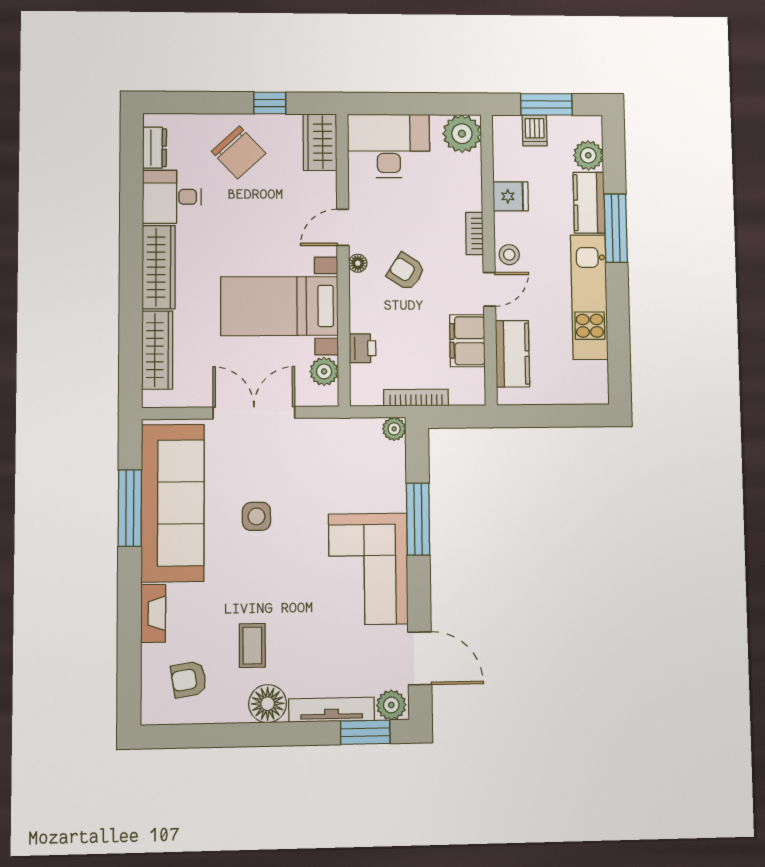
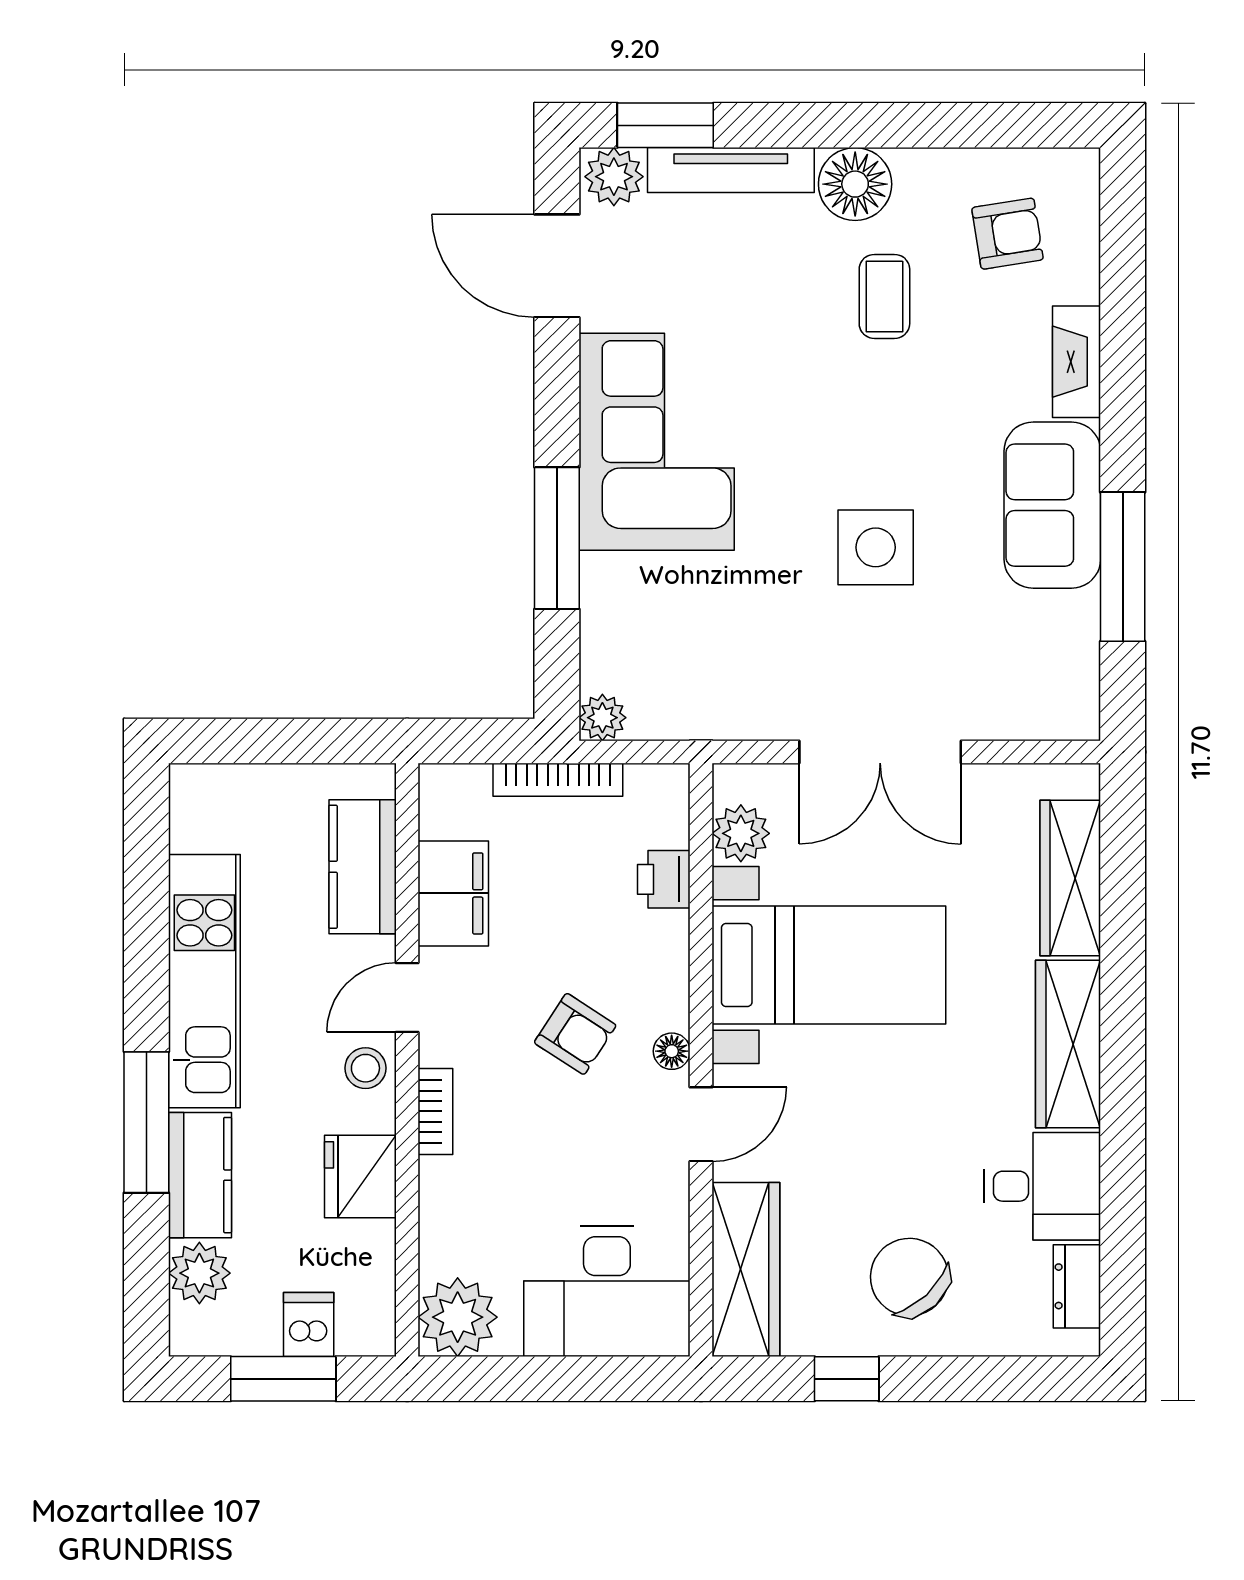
wardrobe: (320, 142) -> (746, 1269), width x1.50
fridge: (511, 196) -> (360, 1176), width x1.38
sofa: (173, 503) -> (1052, 505), width x0.54, depth x0.79
side table: (257, 516) -> (876, 547), width x1.37, depth x1.37

